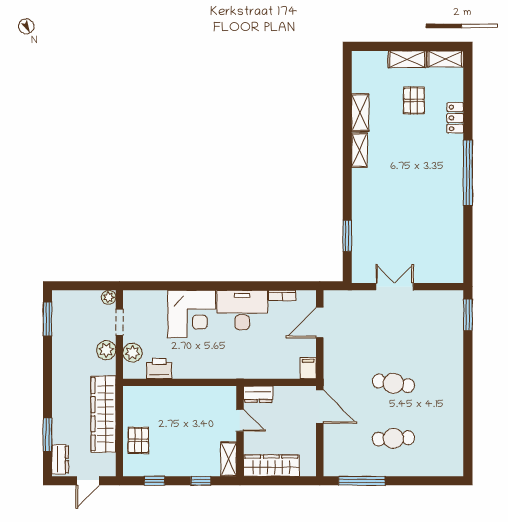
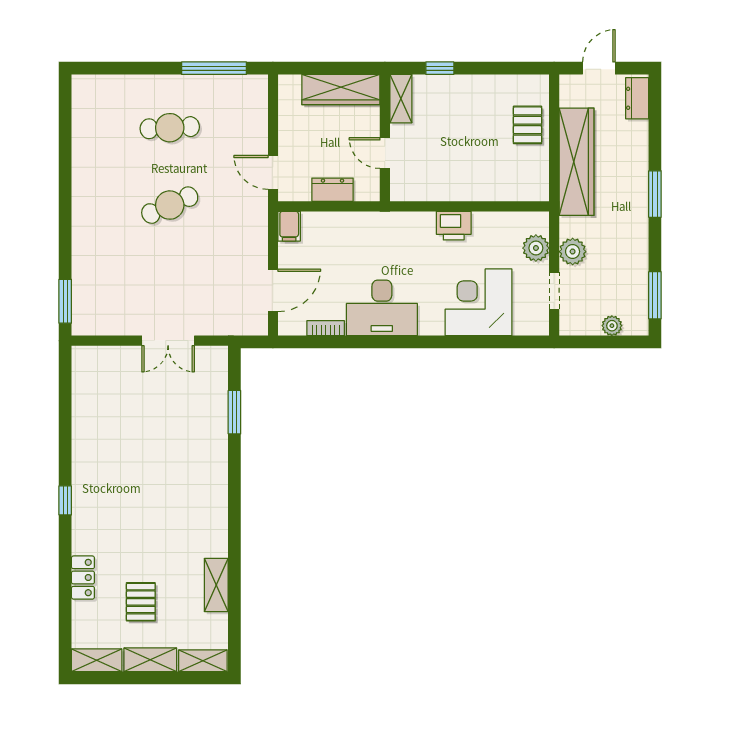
shelving: (359, 150) -> (203, 661), moved, turned 90
window: (468, 173) -> (65, 500), width x0.32
plant: (109, 297) -> (612, 326), moved
corner desk: (192, 314) -> (479, 302), moved
printer: (159, 369) -> (454, 226), moved
cafe table: (393, 383) -> (170, 205), turned -33
dresser: (258, 394) -> (332, 190), moved
door: (320, 407) -> (273, 172), width x0.73
window: (48, 435) -> (655, 194), moved
window: (154, 481) -> (505, 68), removed

